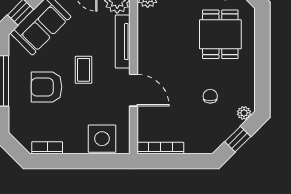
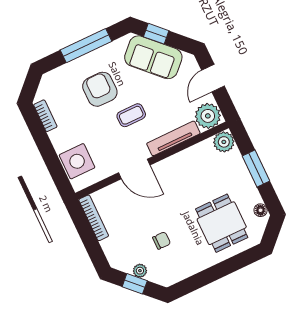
dining table: (220, 34) -> (222, 223), turned 90
door: (134, 90) -> (134, 169), hinge flipped
plant: (244, 113) -> (140, 271), moved

